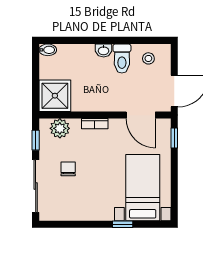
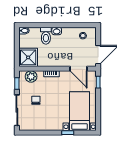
toilet: (122, 59) -> (46, 36), moved

